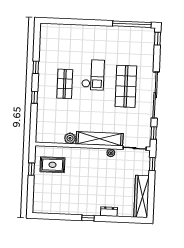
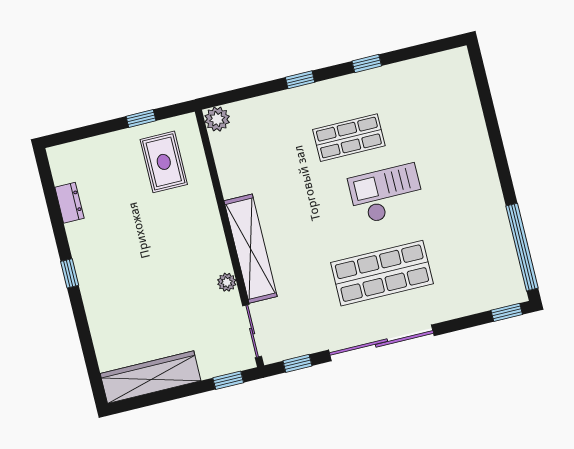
checkout: (93, 75) -> (386, 194), turned 180
plant: (70, 138) -> (217, 119), moved
dresser: (109, 212) -> (69, 203), moved

